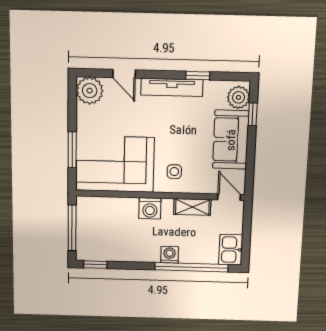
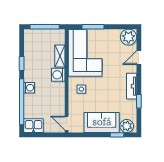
tv unit: (172, 87) -> (132, 86), width x0.71
door: (229, 197) -> (67, 123), swing flipped
shelving: (192, 207) -> (60, 56), moved
window: (95, 265) -> (22, 63), moved

